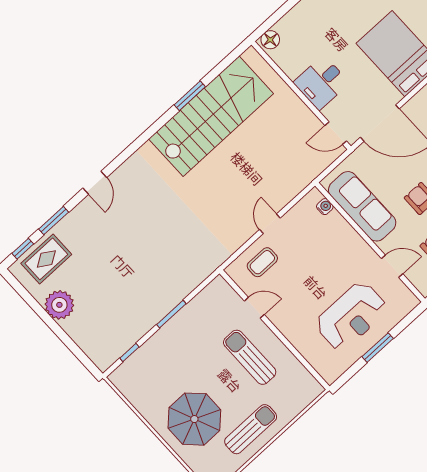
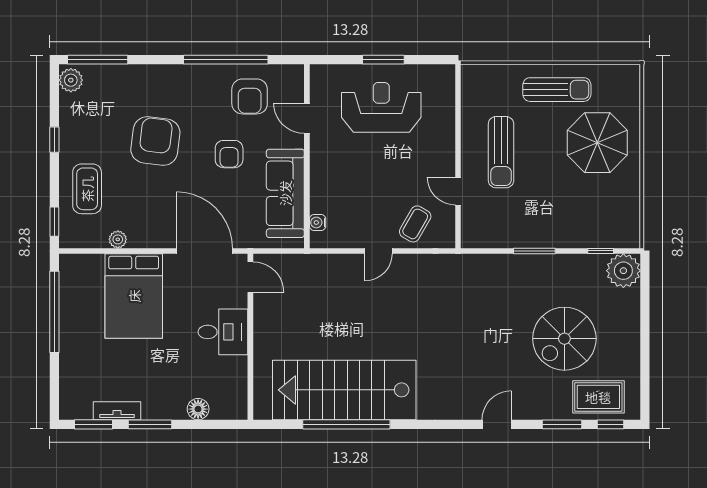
floor lamp: (270, 40) -> (198, 409), moved
window: (190, 96) -> (346, 424), width x2.11
coffee table: (262, 262) -> (415, 224), turned -60
spiral stairs: (102, 276) -> (564, 339), added
plant: (59, 305) -> (623, 271), moved
sun lounger: (251, 429) -> (557, 90), turned 180

